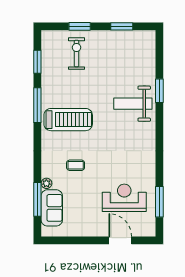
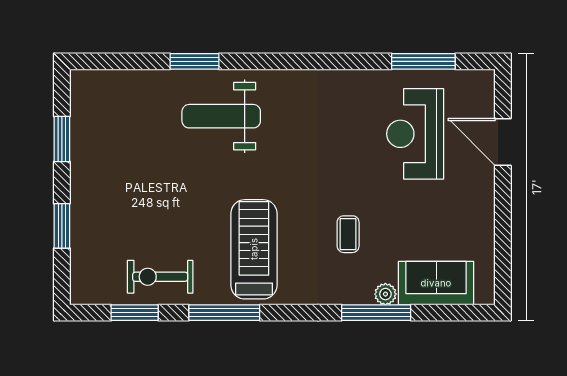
exercise bike: (76, 54) -> (160, 277), moved
weight bench: (133, 104) -> (221, 116), turned 90
window: (37, 199) -> (376, 313), moved
door: (120, 240) -> (503, 142), hinge flipped

